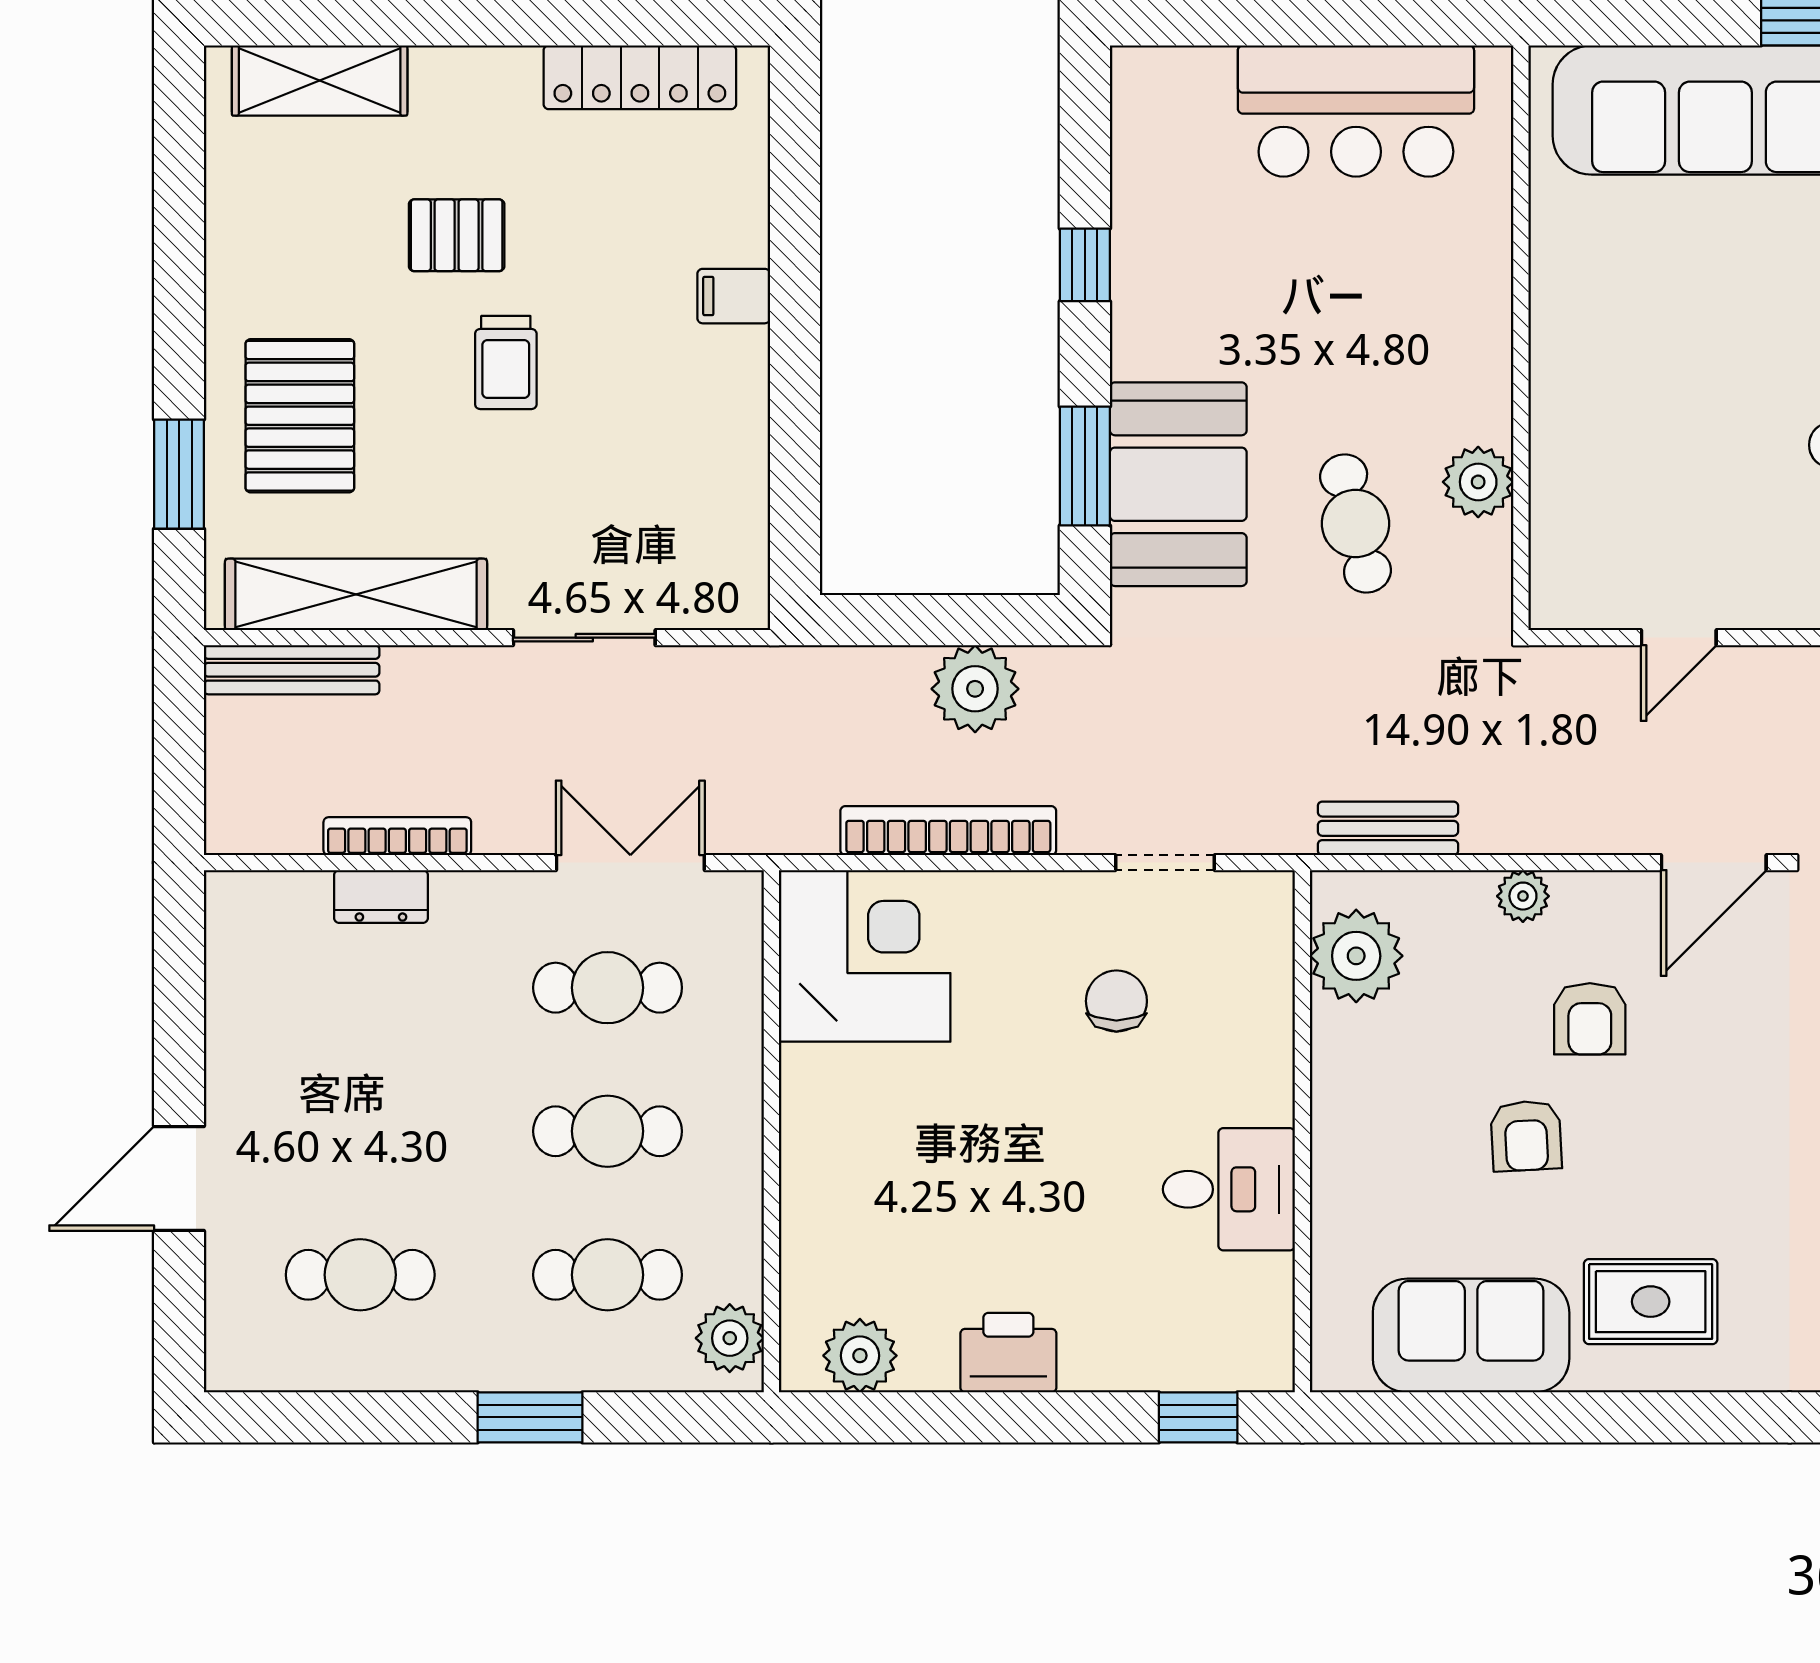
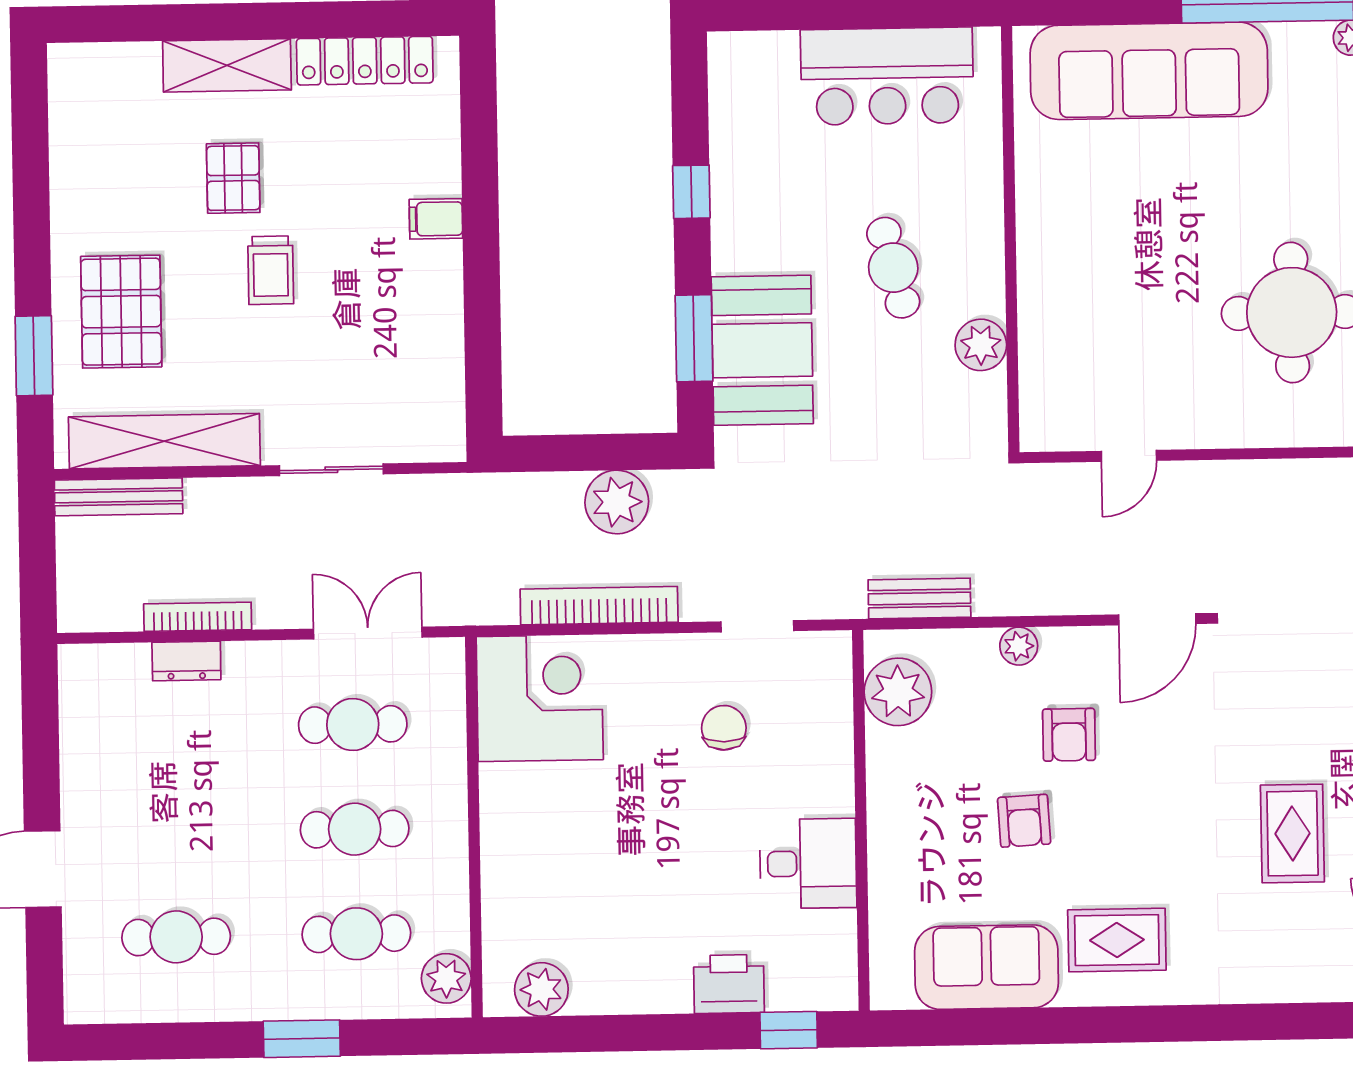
shelving: (320, 81) -> (227, 65), moved
pallet: (457, 235) -> (233, 178), turned 90
cafe table: (1356, 524) -> (893, 268), moved
printer: (1008, 1353) -> (729, 984), moved

